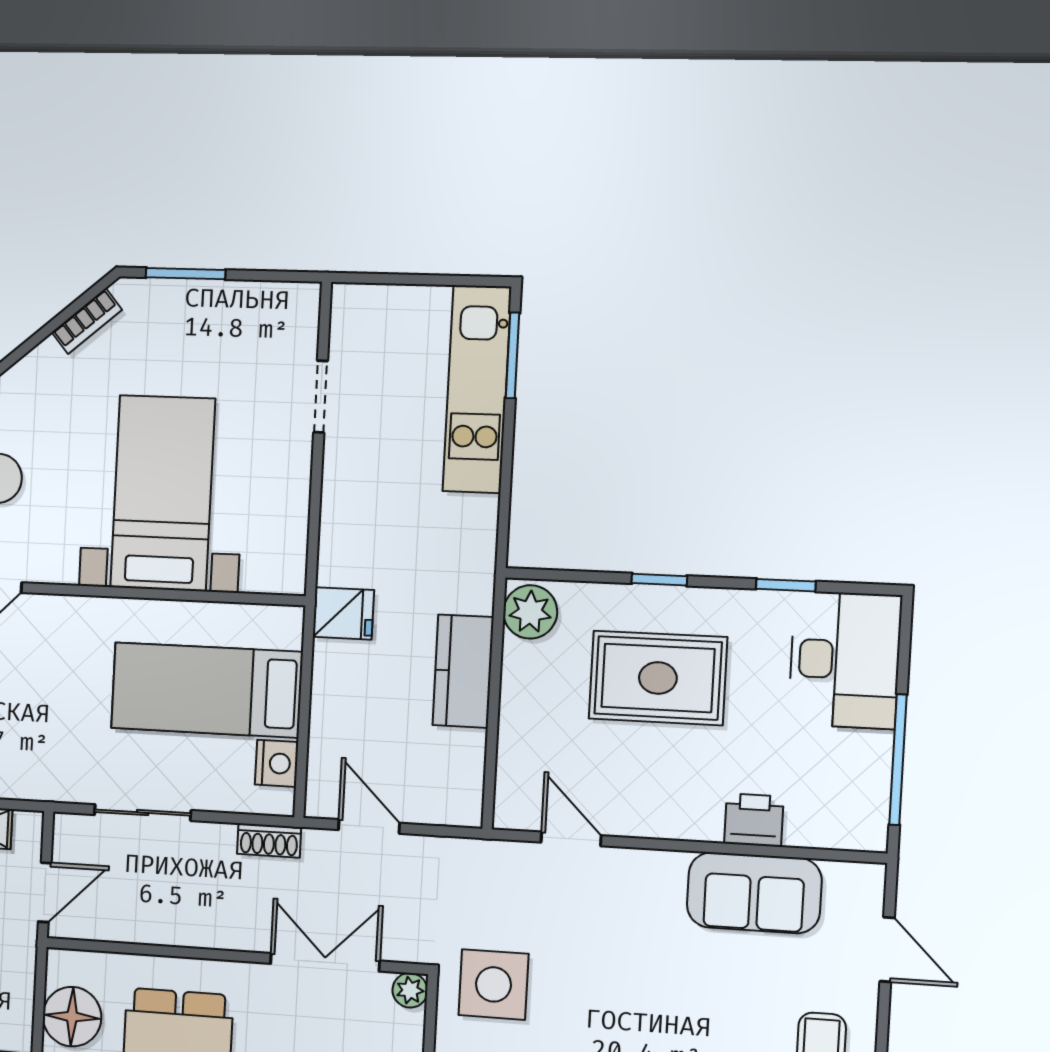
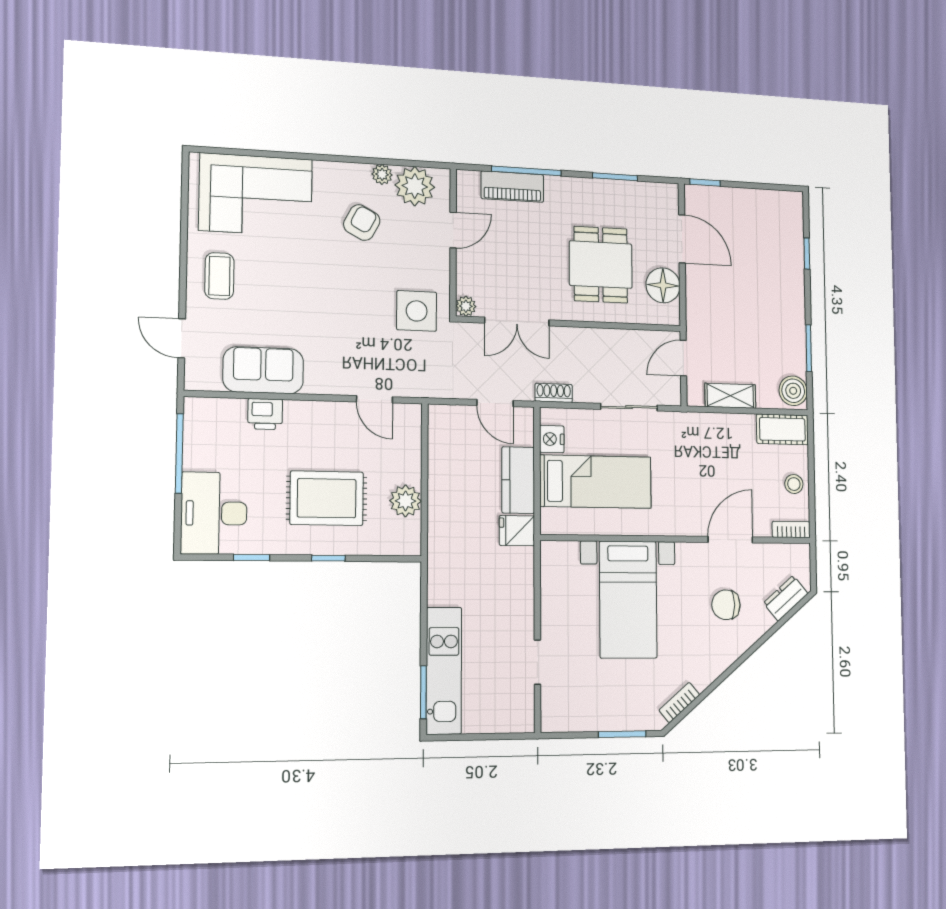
plant: (530, 612) -> (406, 501), moved
kitchen counter: (463, 671) -> (518, 480), moved, turned 180

